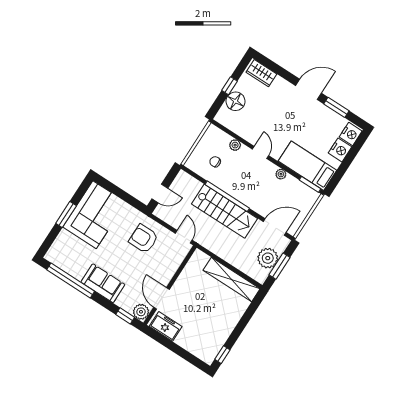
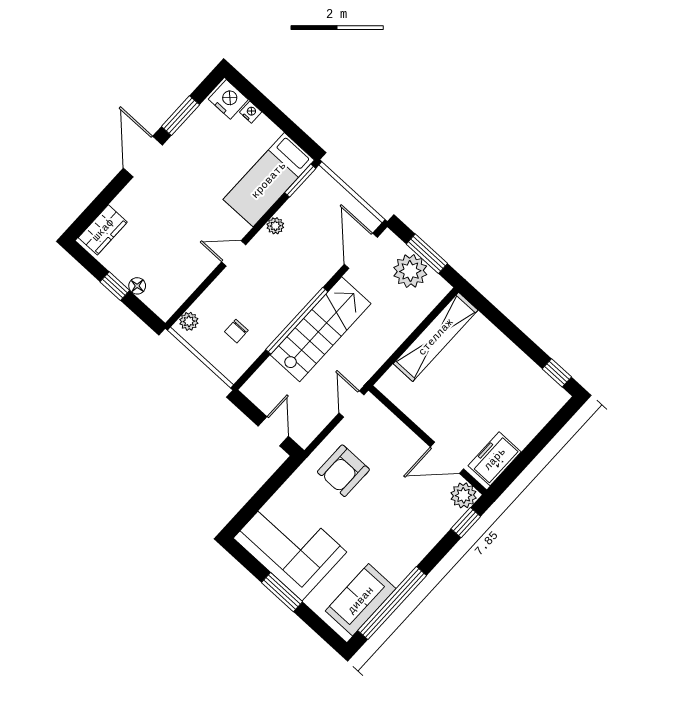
floor lamp: (236, 101) -> (137, 286), width x0.53, depth x0.53
plant: (235, 145) -> (189, 321), moved
nightstand: (340, 150) -> (251, 112), width x0.53, depth x0.56
door: (184, 237) -> (352, 404), hinge flipped
sofa: (103, 283) -> (361, 600), moved

